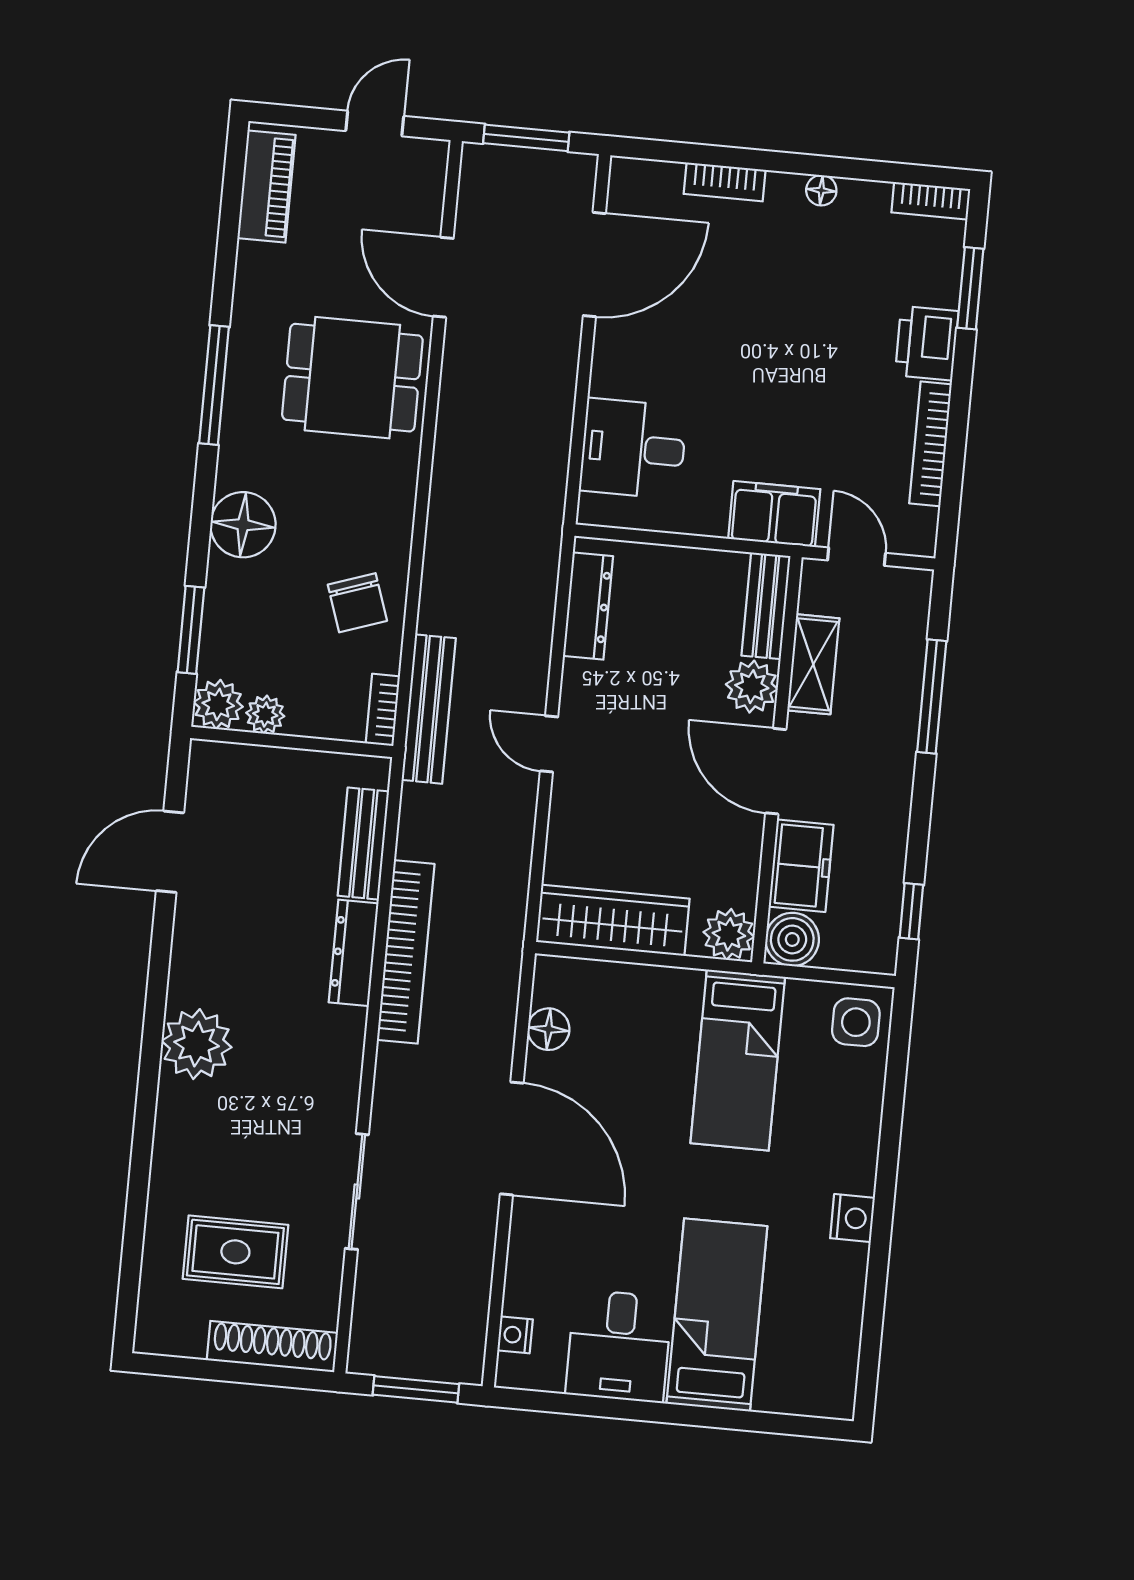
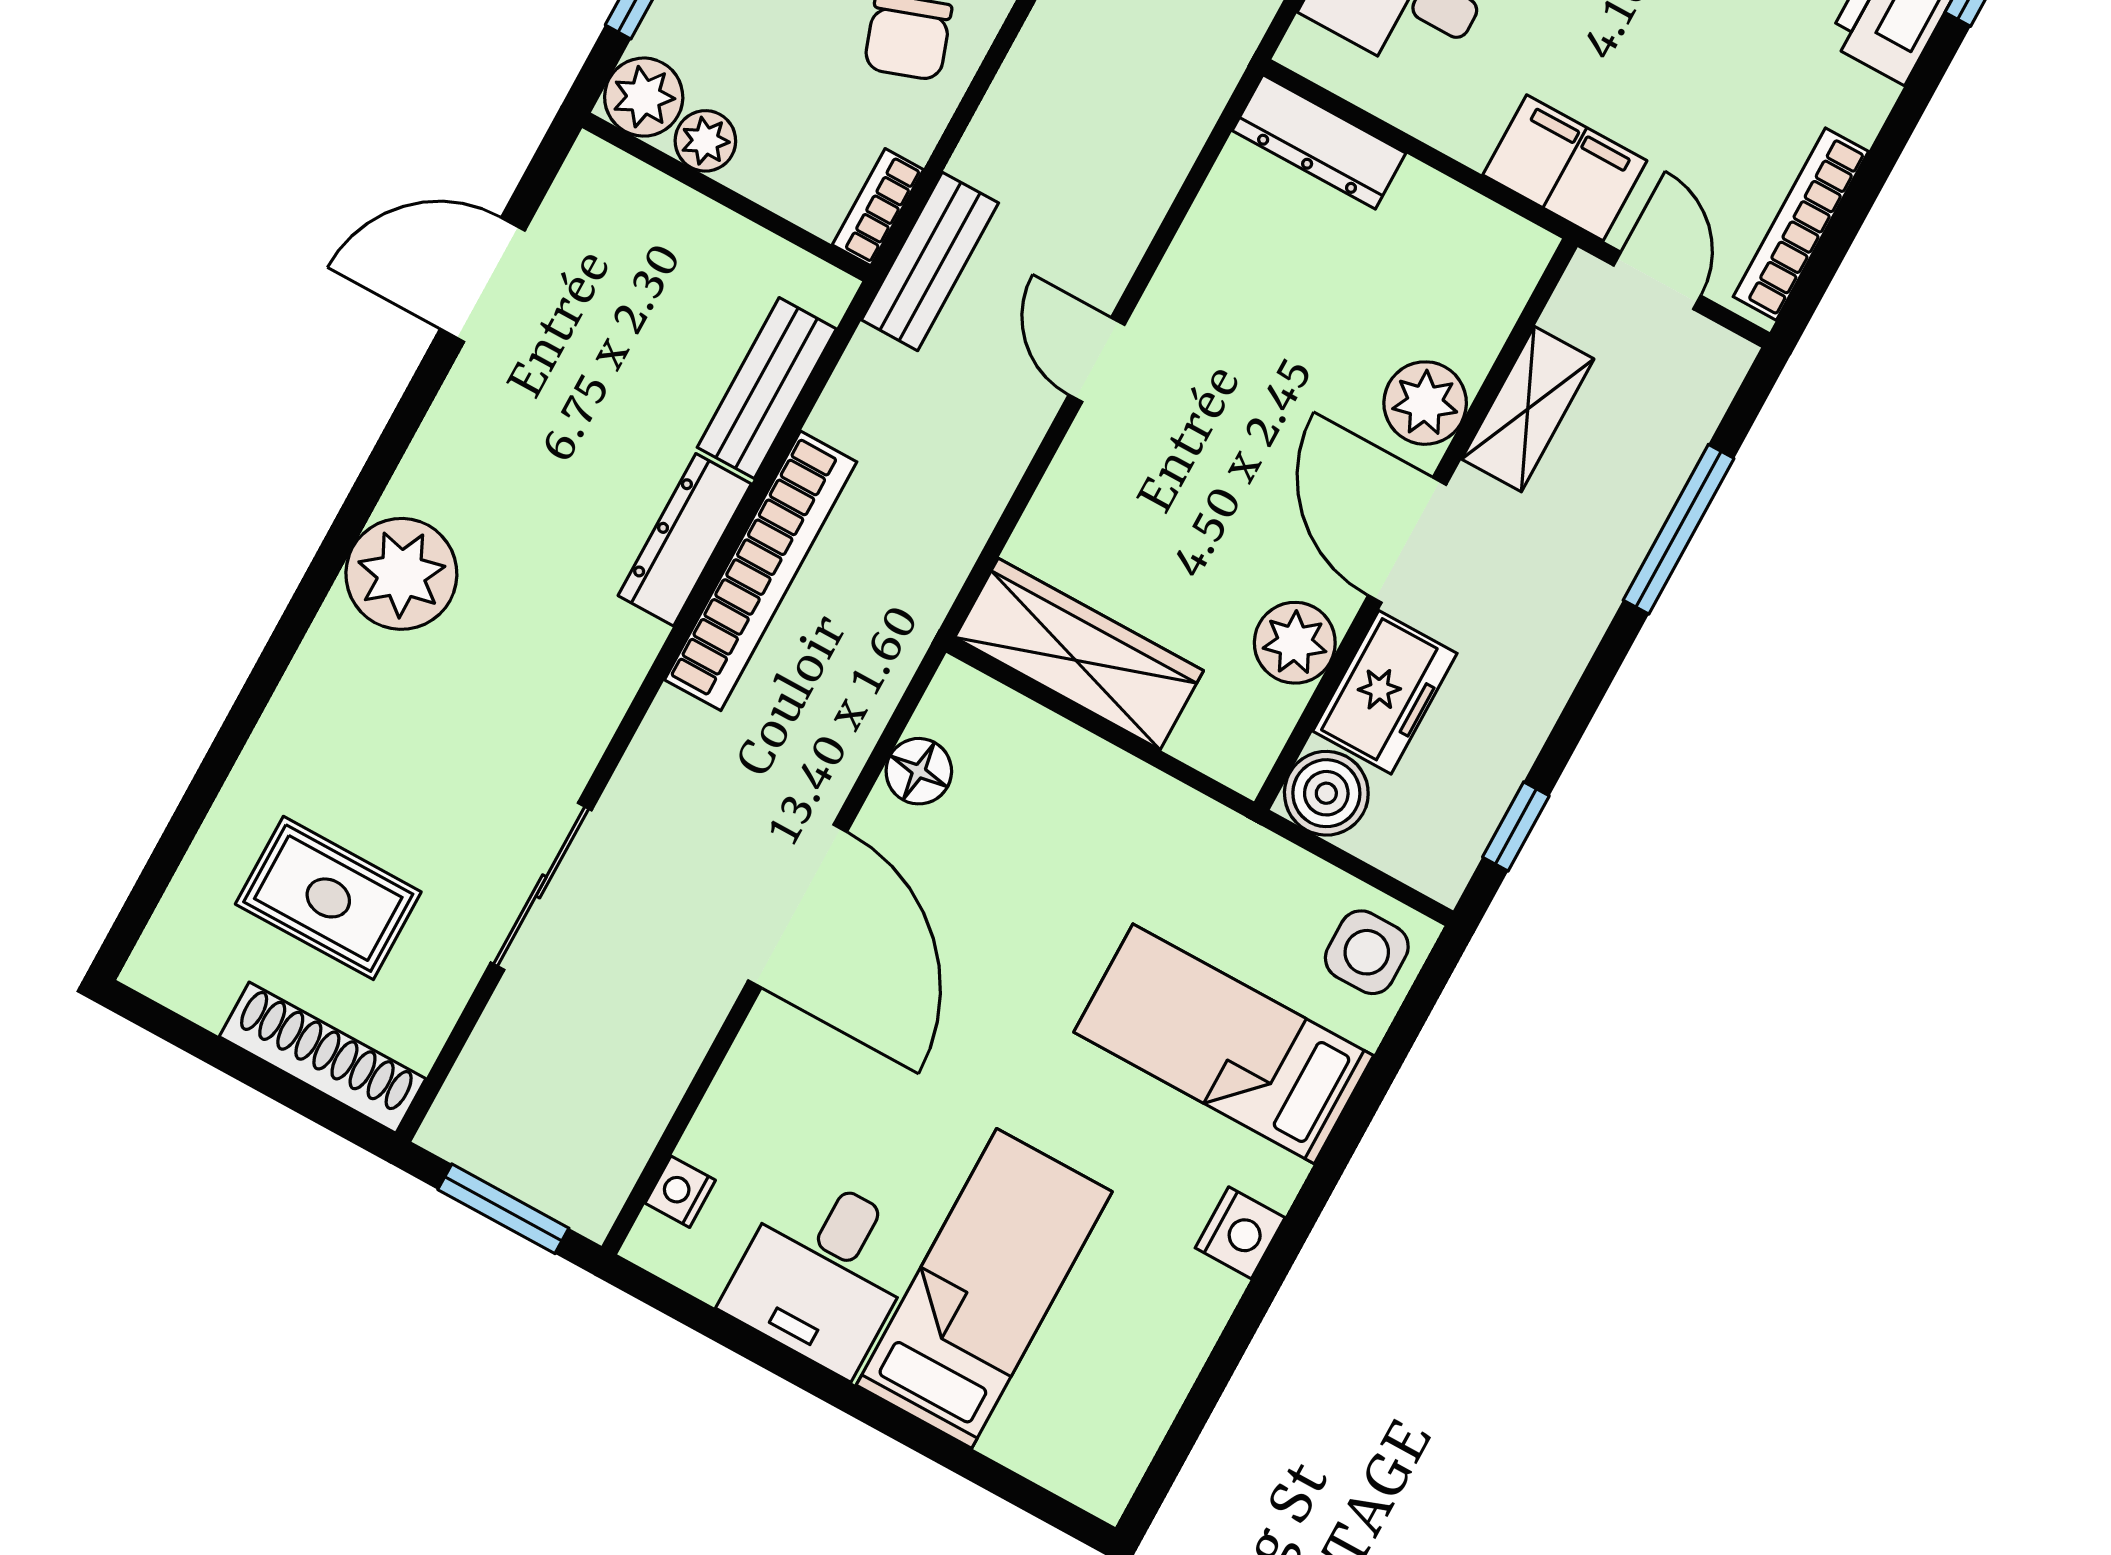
bookcase: (930, 444) -> (1801, 224), moved
dresser: (588, 606) -> (1319, 142), moved, turned 90
bench: (766, 606) -> (1496, 295), removed
bench: (429, 709) -> (930, 261), width x0.73
plant: (729, 934) -> (1295, 643), moved
bed: (738, 1060) -> (1224, 1044), moved, turned 90

